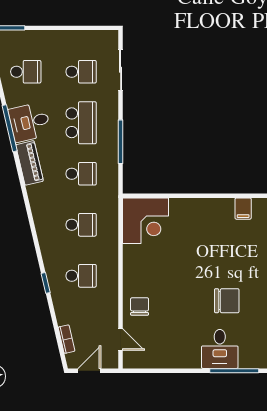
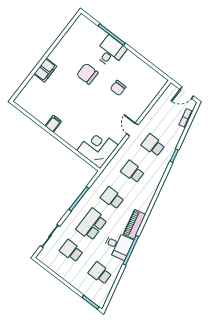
filing cabinet: (243, 209) -> (53, 124), moved
chair: (140, 306) -> (118, 88), moved
door: (121, 340) -> (132, 129), moved

